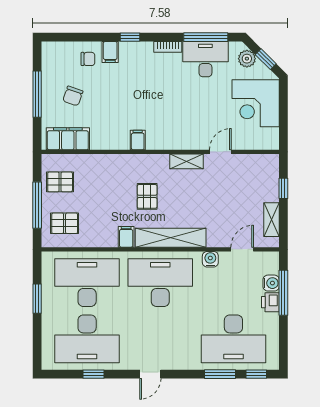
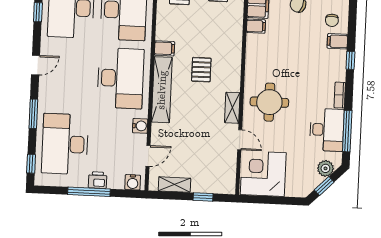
corner desk: (256, 103) -> (263, 174), moved
round table: (179, 122) -> (269, 102), added
filing cabinet: (138, 140) -> (256, 26), moved
pallet: (147, 196) -> (201, 70), turned 90
door: (242, 249) -> (148, 156), hinge flipped
water cooler: (271, 283) -> (133, 182), moved
window: (283, 293) -> (89, 192), moved
door: (150, 374) -> (36, 65), swing flipped
window: (220, 374) -> (33, 114), moved

